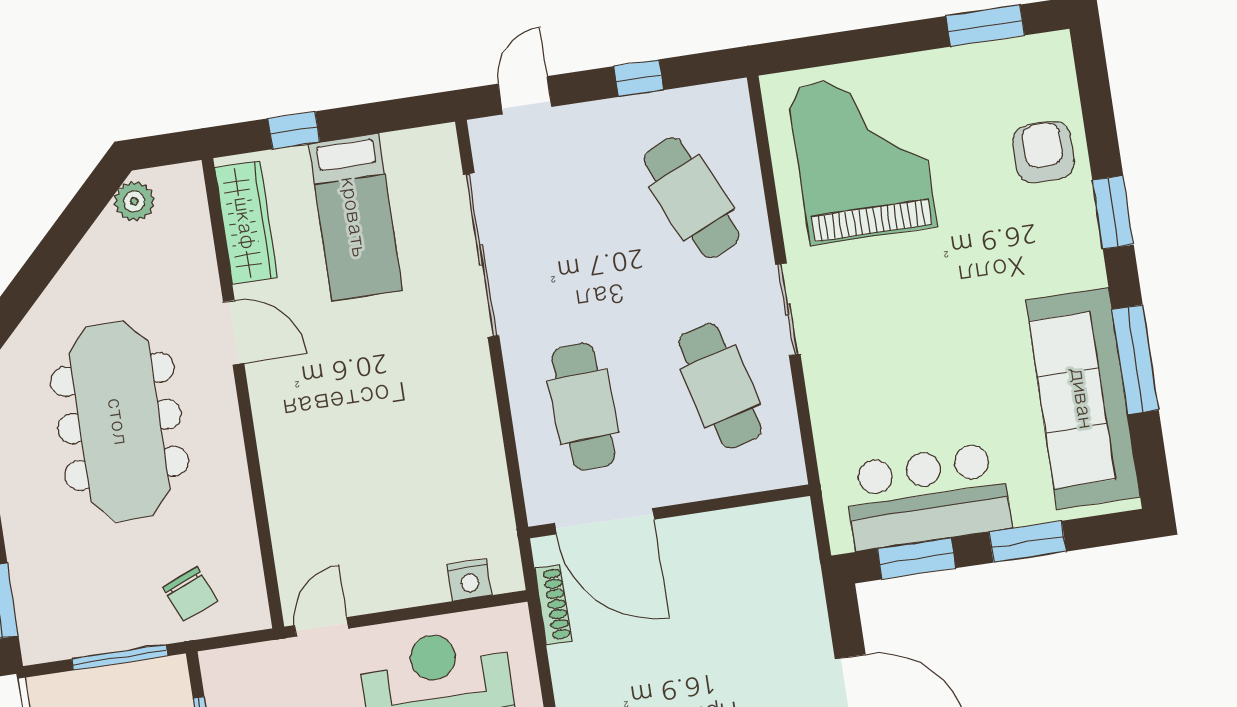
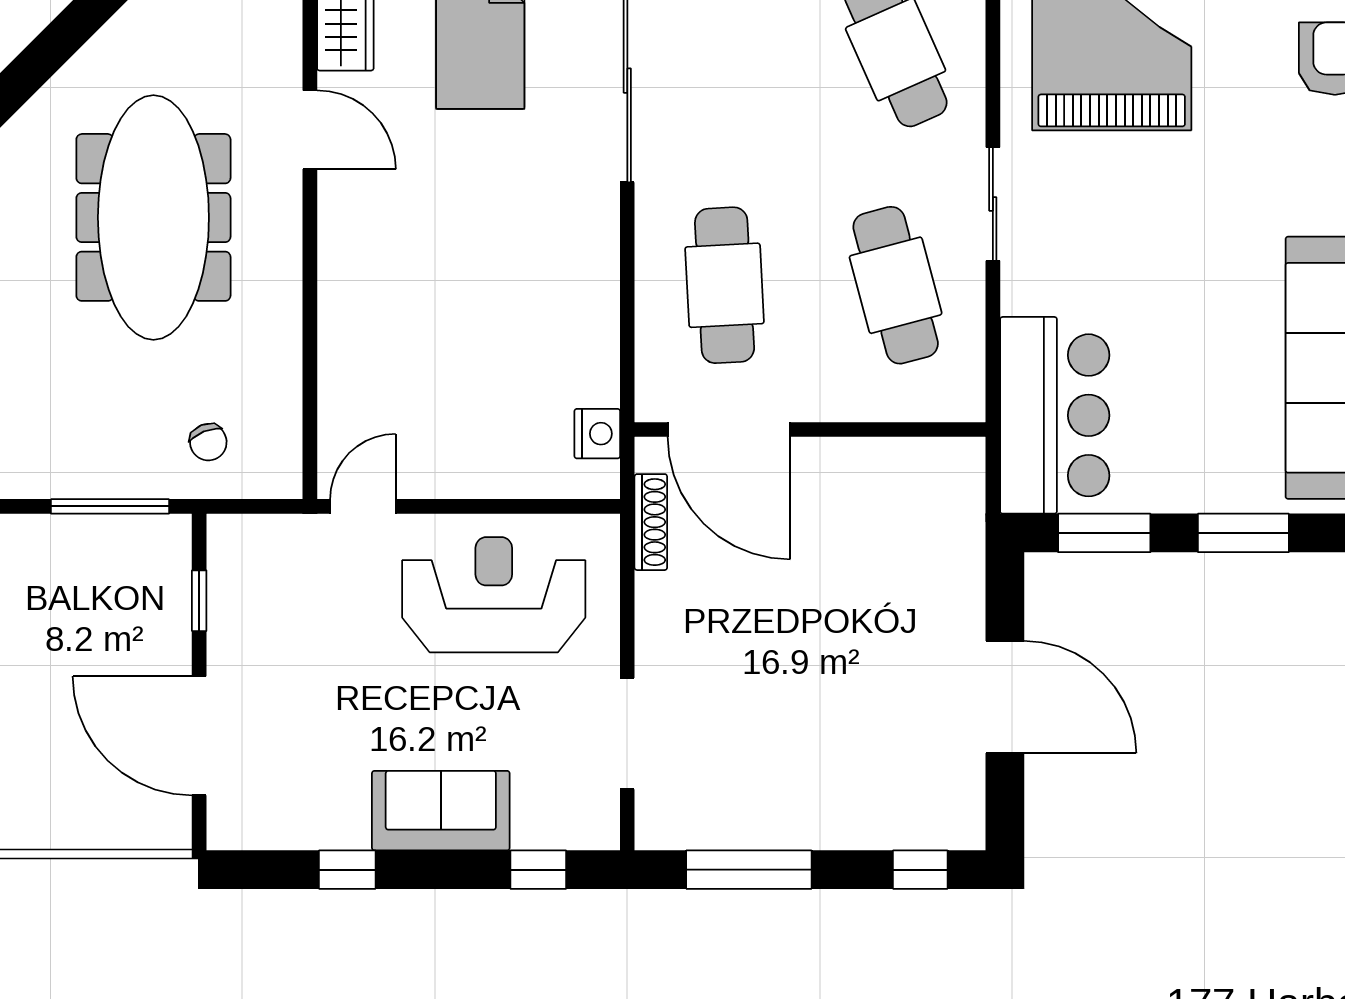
bar counter: (927, 496) -> (1055, 415), moved, turned 90
nightstand: (469, 580) -> (597, 434), moved, turned -90
chair: (190, 594) -> (208, 442), width x0.73, depth x0.73

